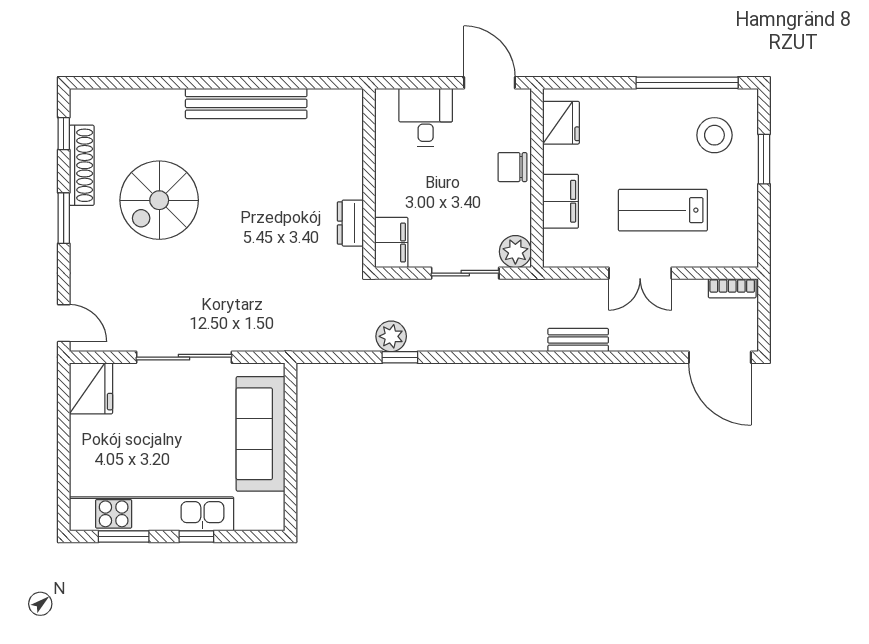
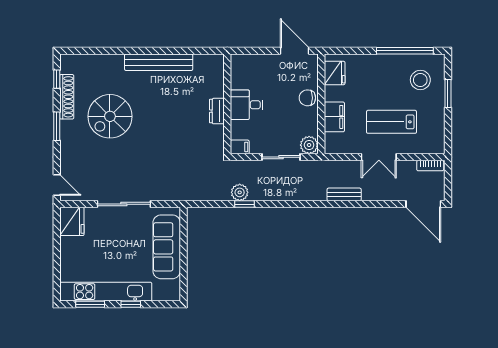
desk: (426, 117) -> (247, 105), moved, turned -90
dresser: (350, 223) -> (217, 111), moved
filing cabinet: (391, 242) -> (240, 147), width x0.50

